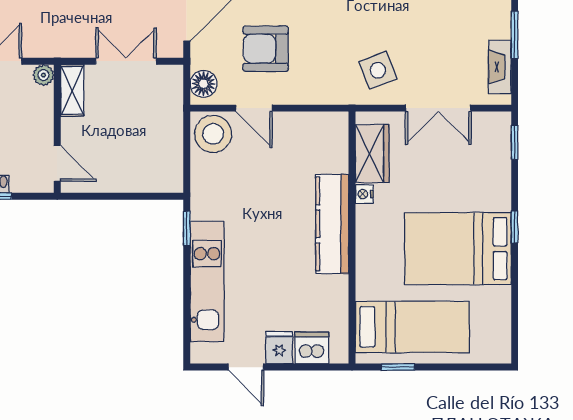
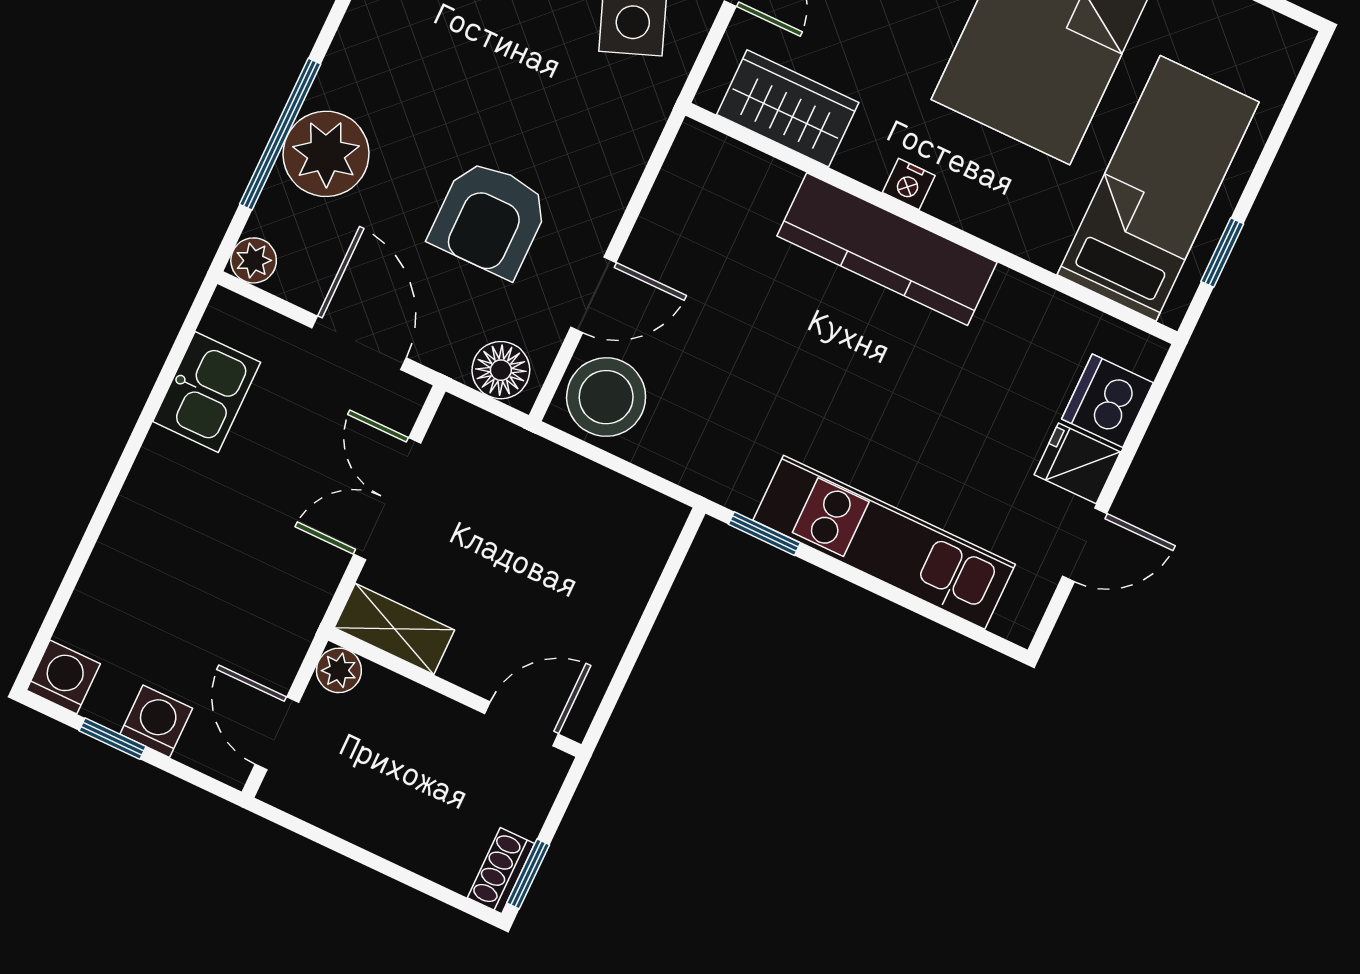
nightstand: (364, 194) -> (909, 184), moved

